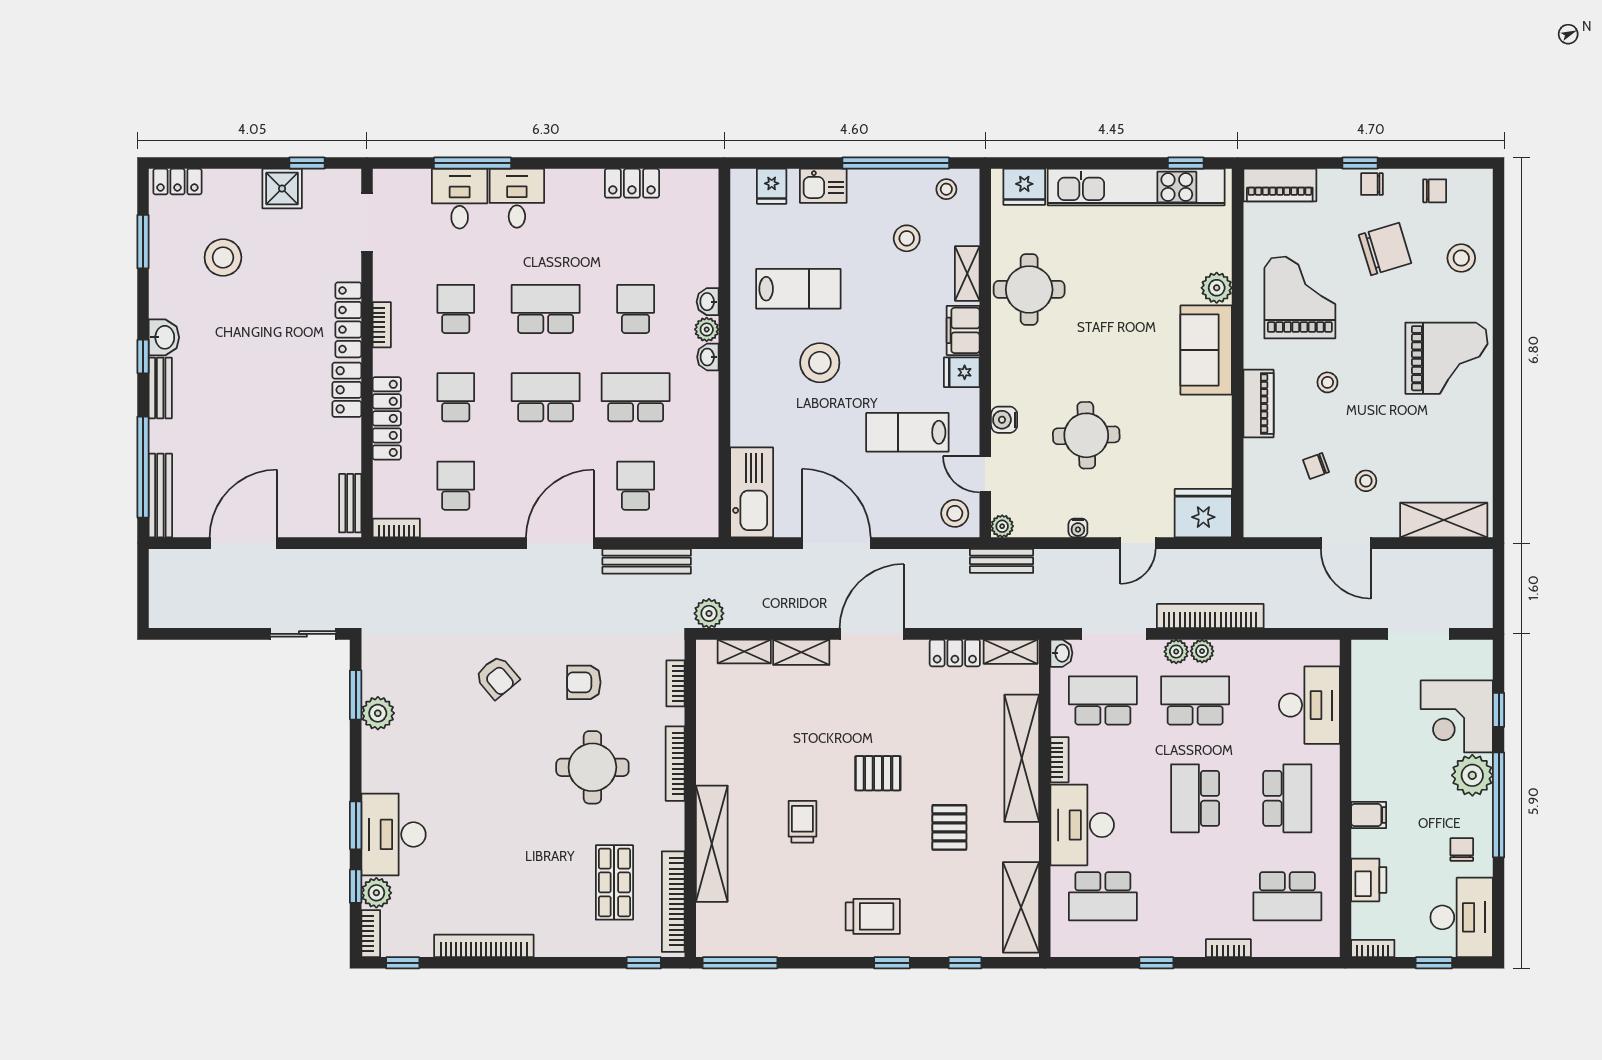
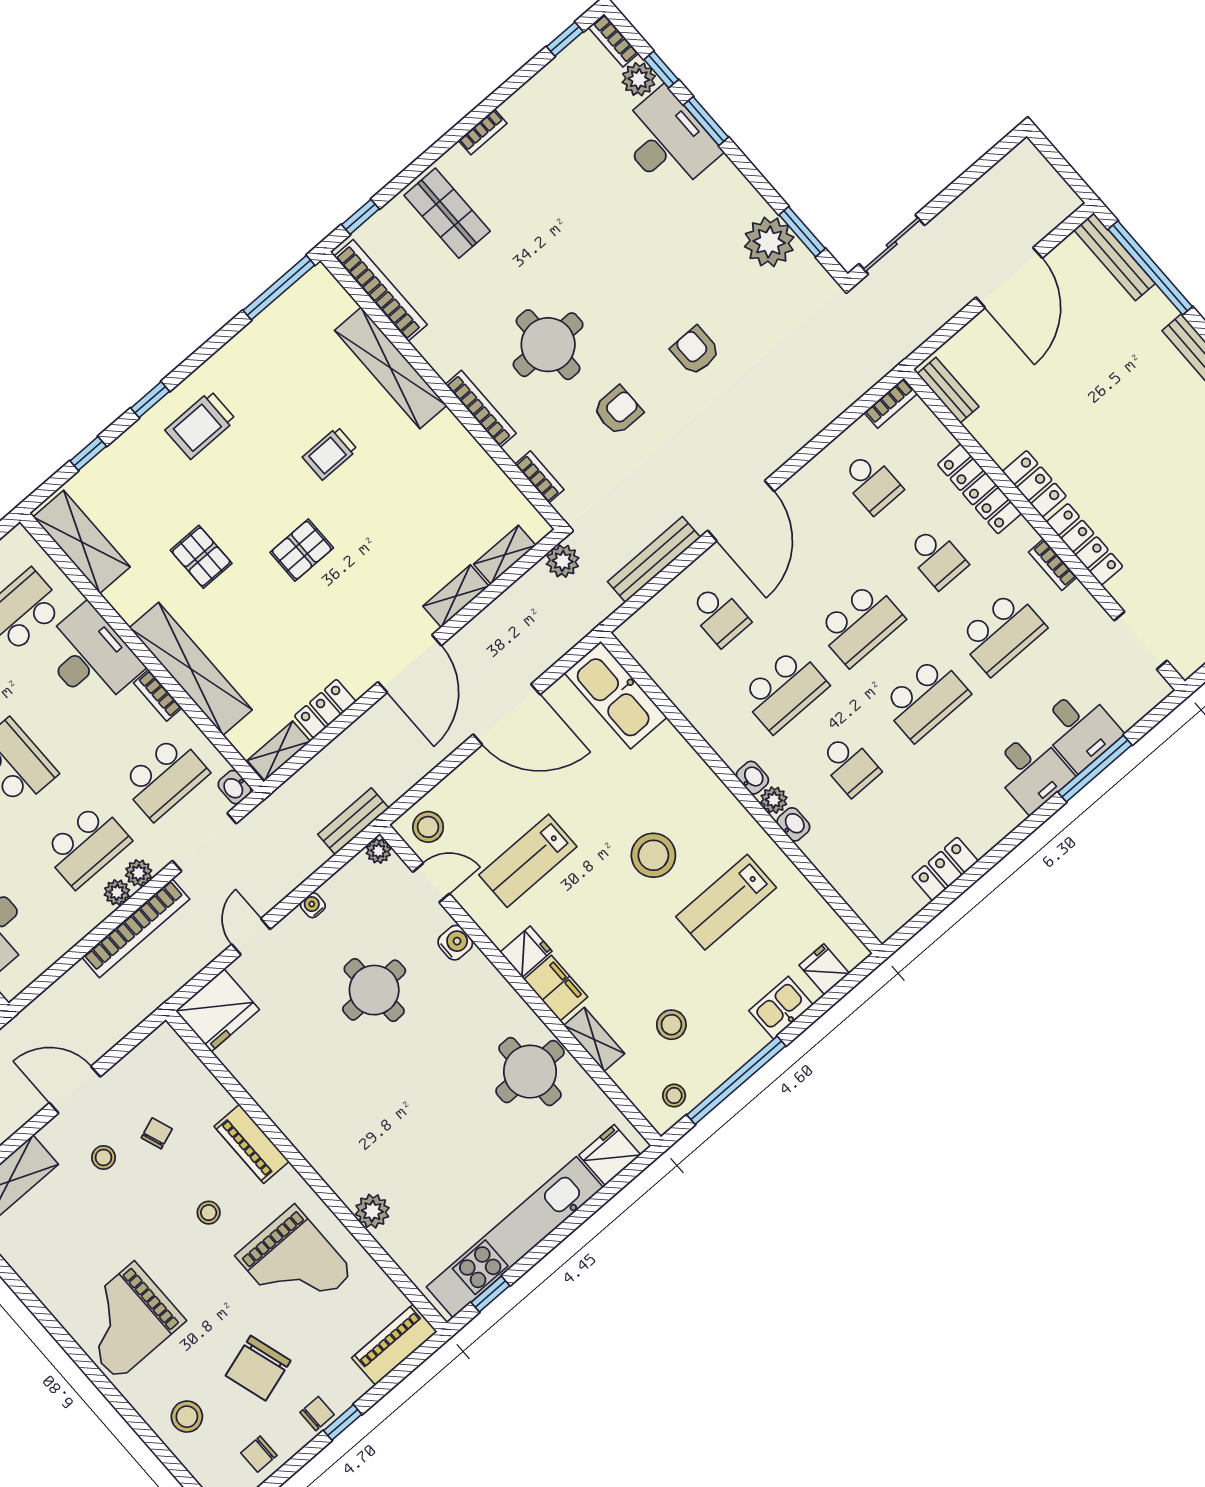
school desk: (456, 309) -> (1002, 633), width x1.85
sofa: (1206, 350) -> (335, 1151), removed
lab bench: (907, 432) -> (528, 861), turned 180
armchair: (497, 677) -> (695, 351), turned 40
plant: (378, 713) -> (769, 242), width x1.36, depth x1.36
trolley: (802, 822) -> (330, 453), turned 90
shop shelf: (614, 882) -> (447, 213), moved
bookcase: (484, 946) -> (483, 132), width x0.43, depth x0.76

